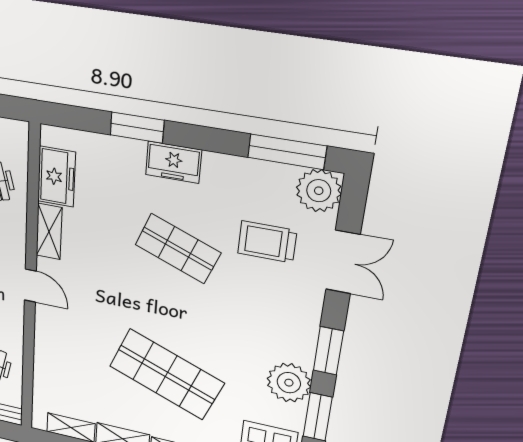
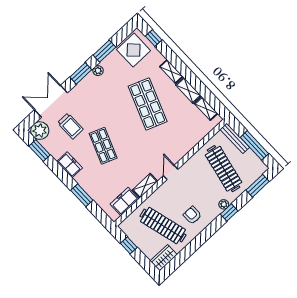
window: (287, 152) -> (40, 150), width x0.69
freezer: (174, 162) -> (70, 165), moved
double door: (343, 262) -> (51, 101), width x1.37
plant: (289, 383) -> (98, 71), width x0.53, depth x0.53

